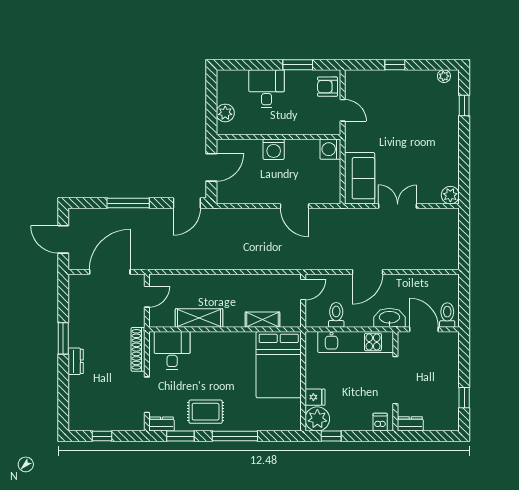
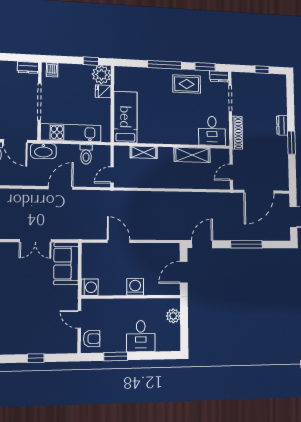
bed: (279, 365) -> (125, 117), width x0.67

